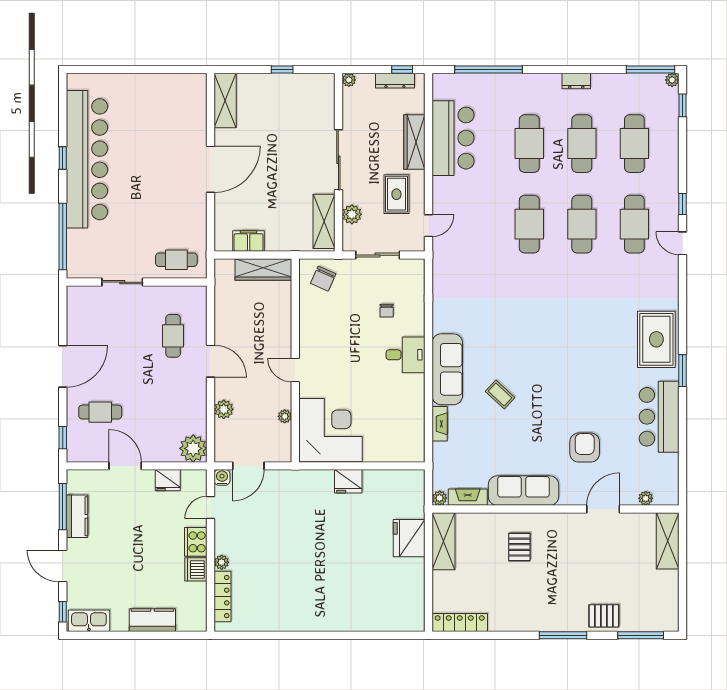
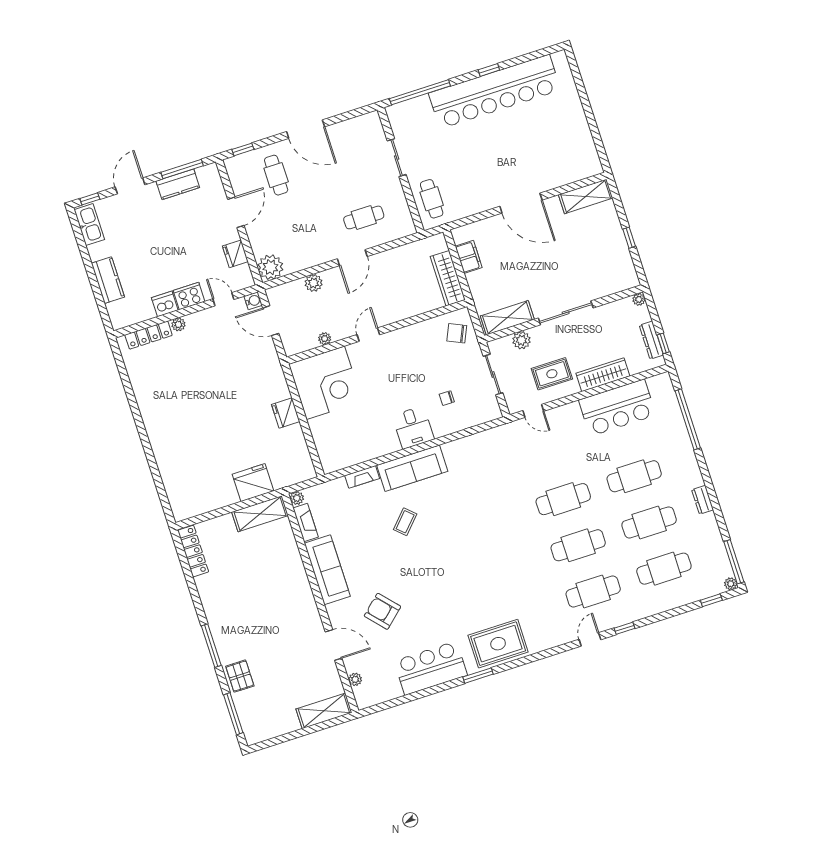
armchair: (585, 448) -> (382, 611), turned -132
pallet: (519, 547) -> (276, 582), removed

